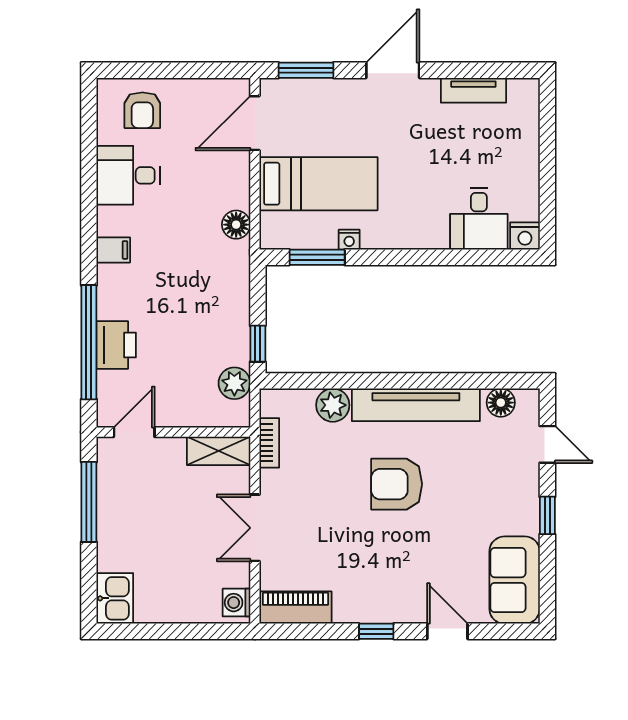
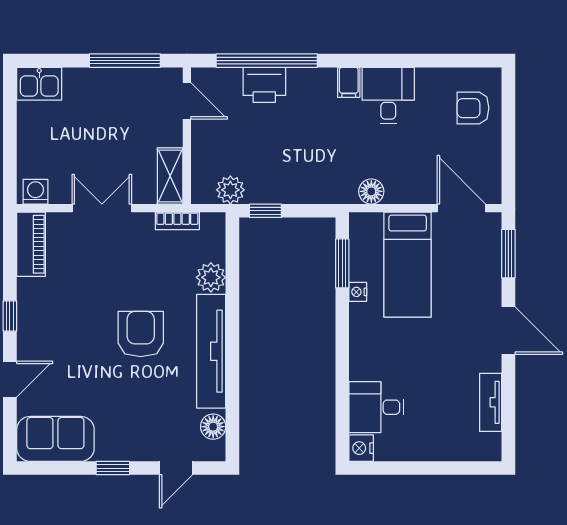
desk: (128, 175) -> (388, 96), moved

